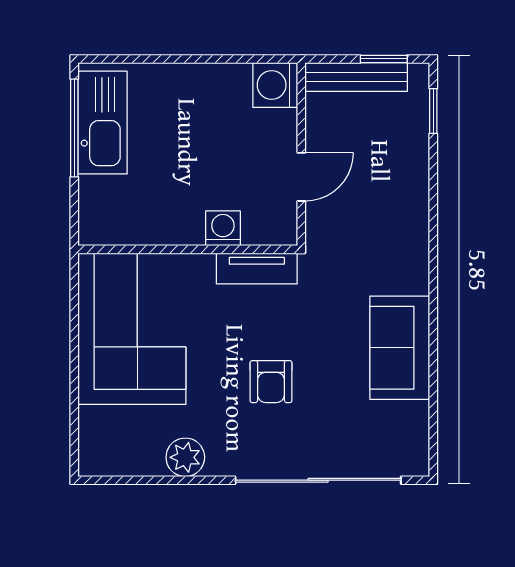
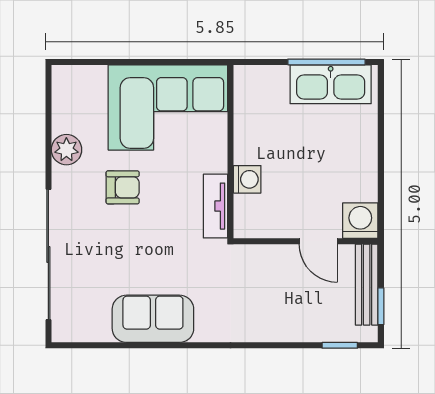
door: (301, 177) -> (318, 241), moved
armchair: (271, 382) -> (123, 187), moved, turned 180

